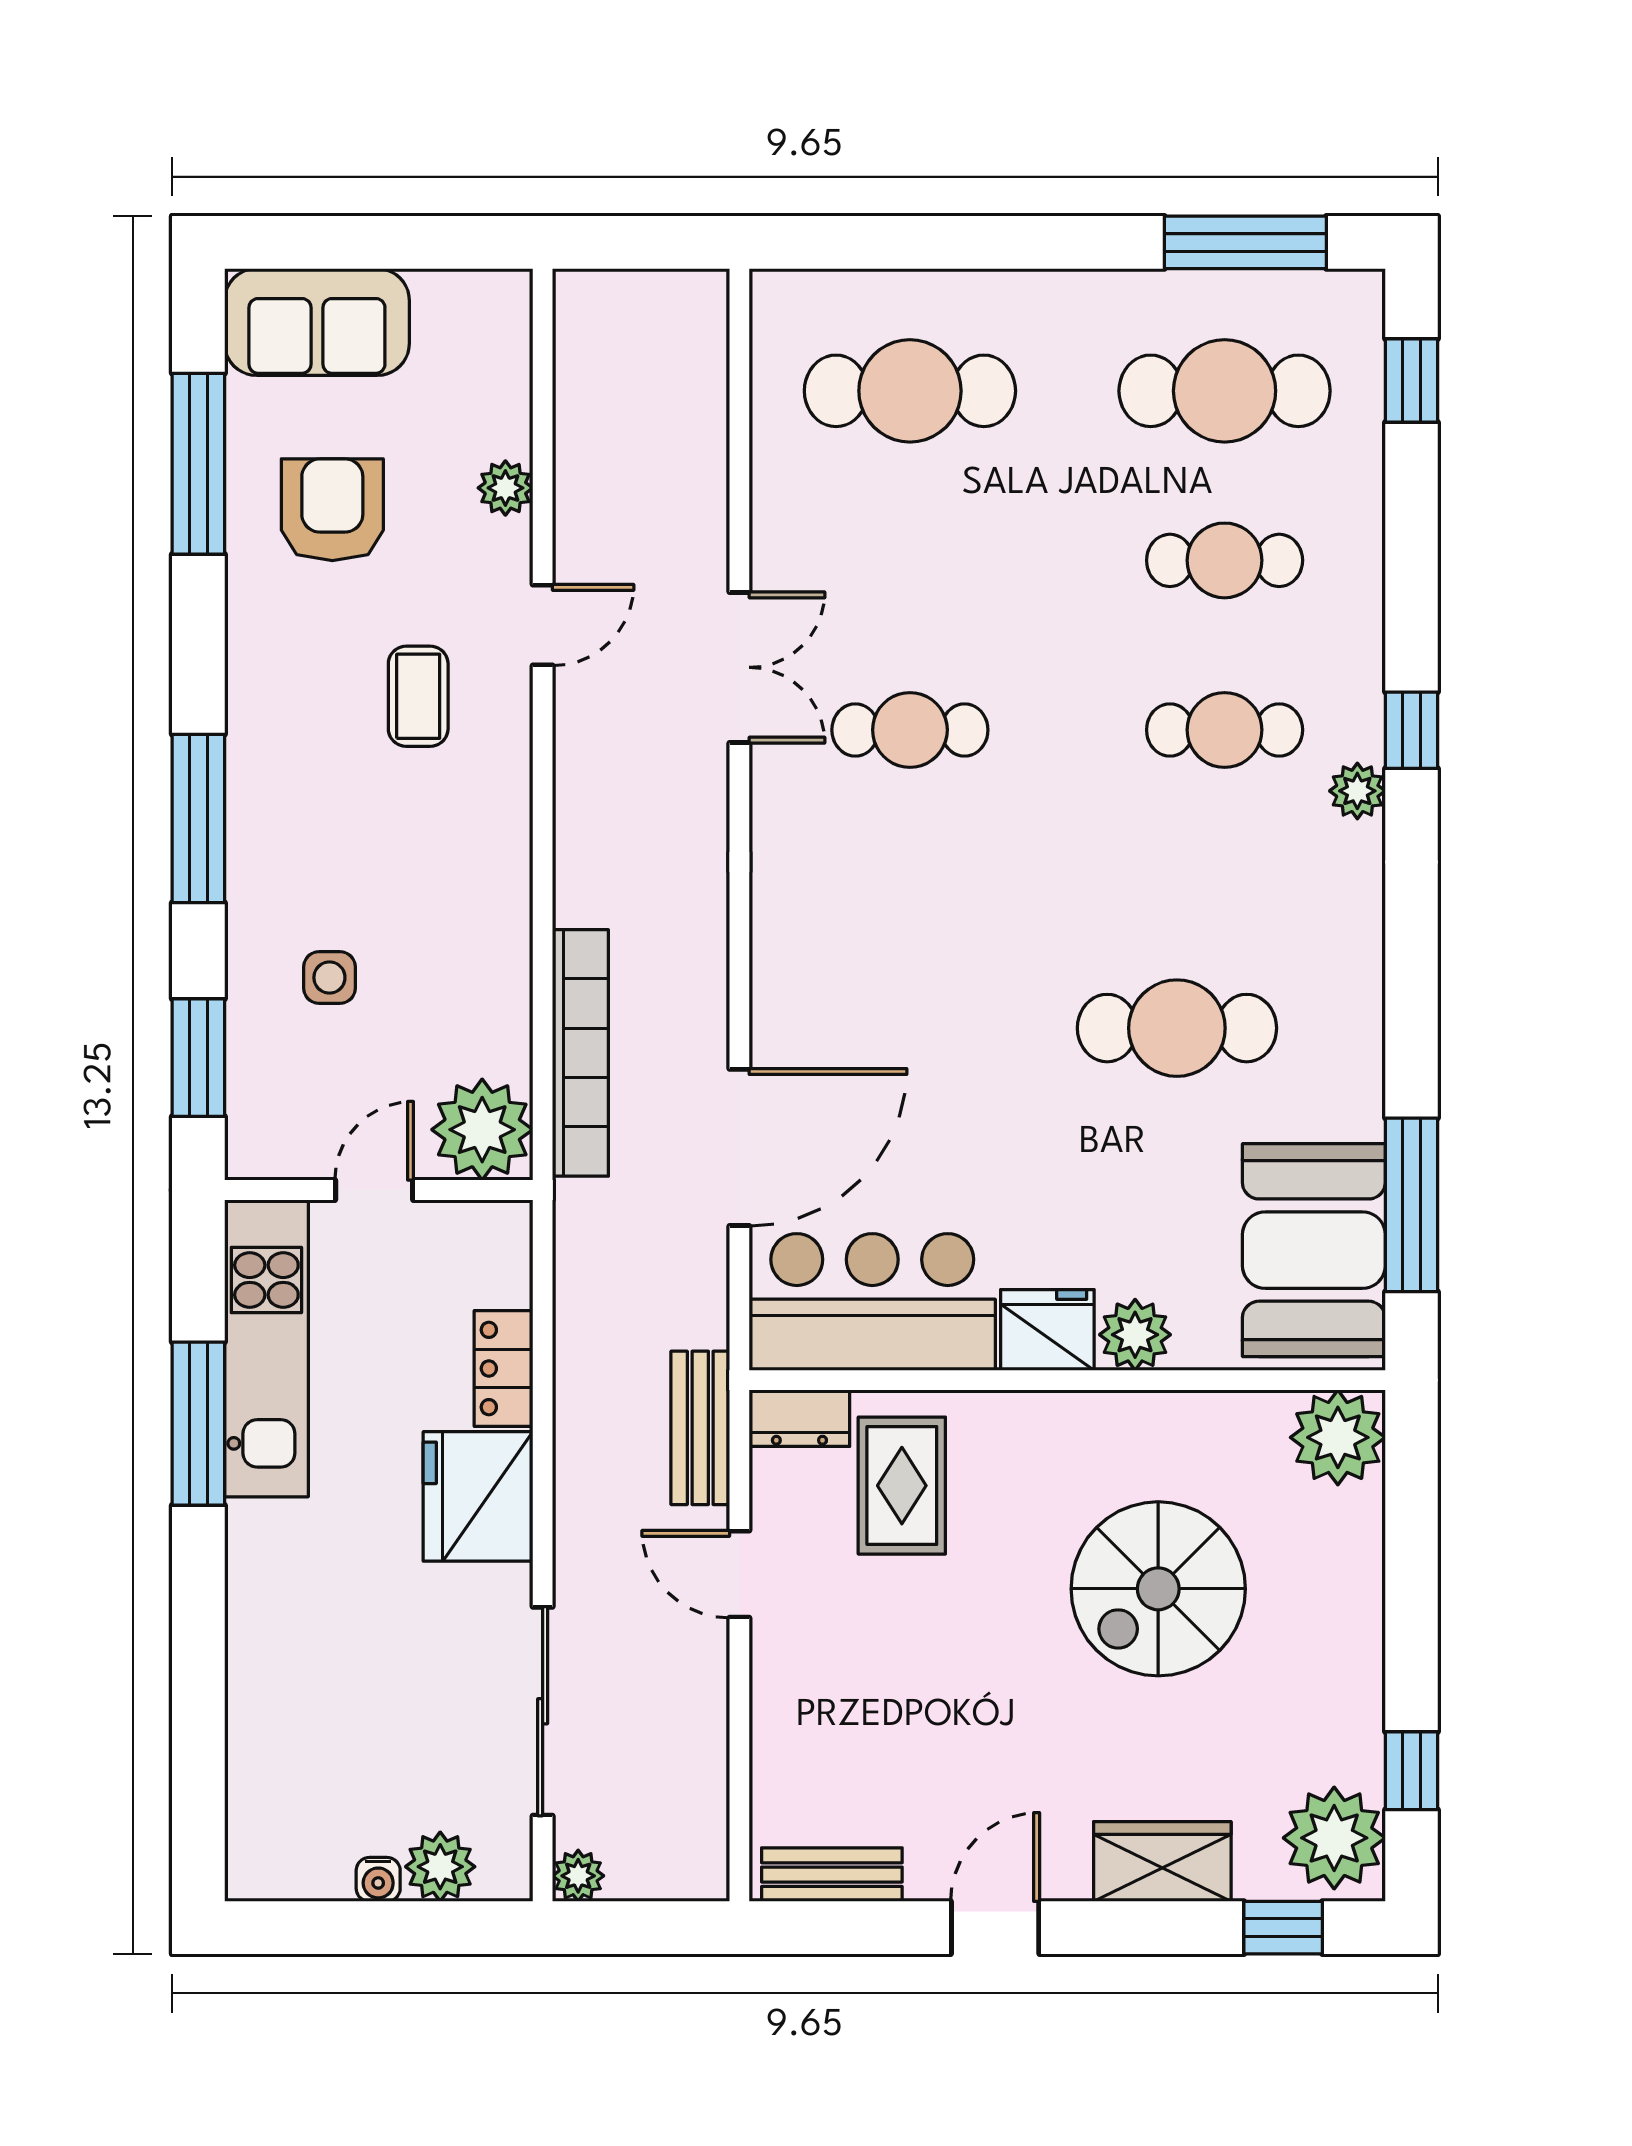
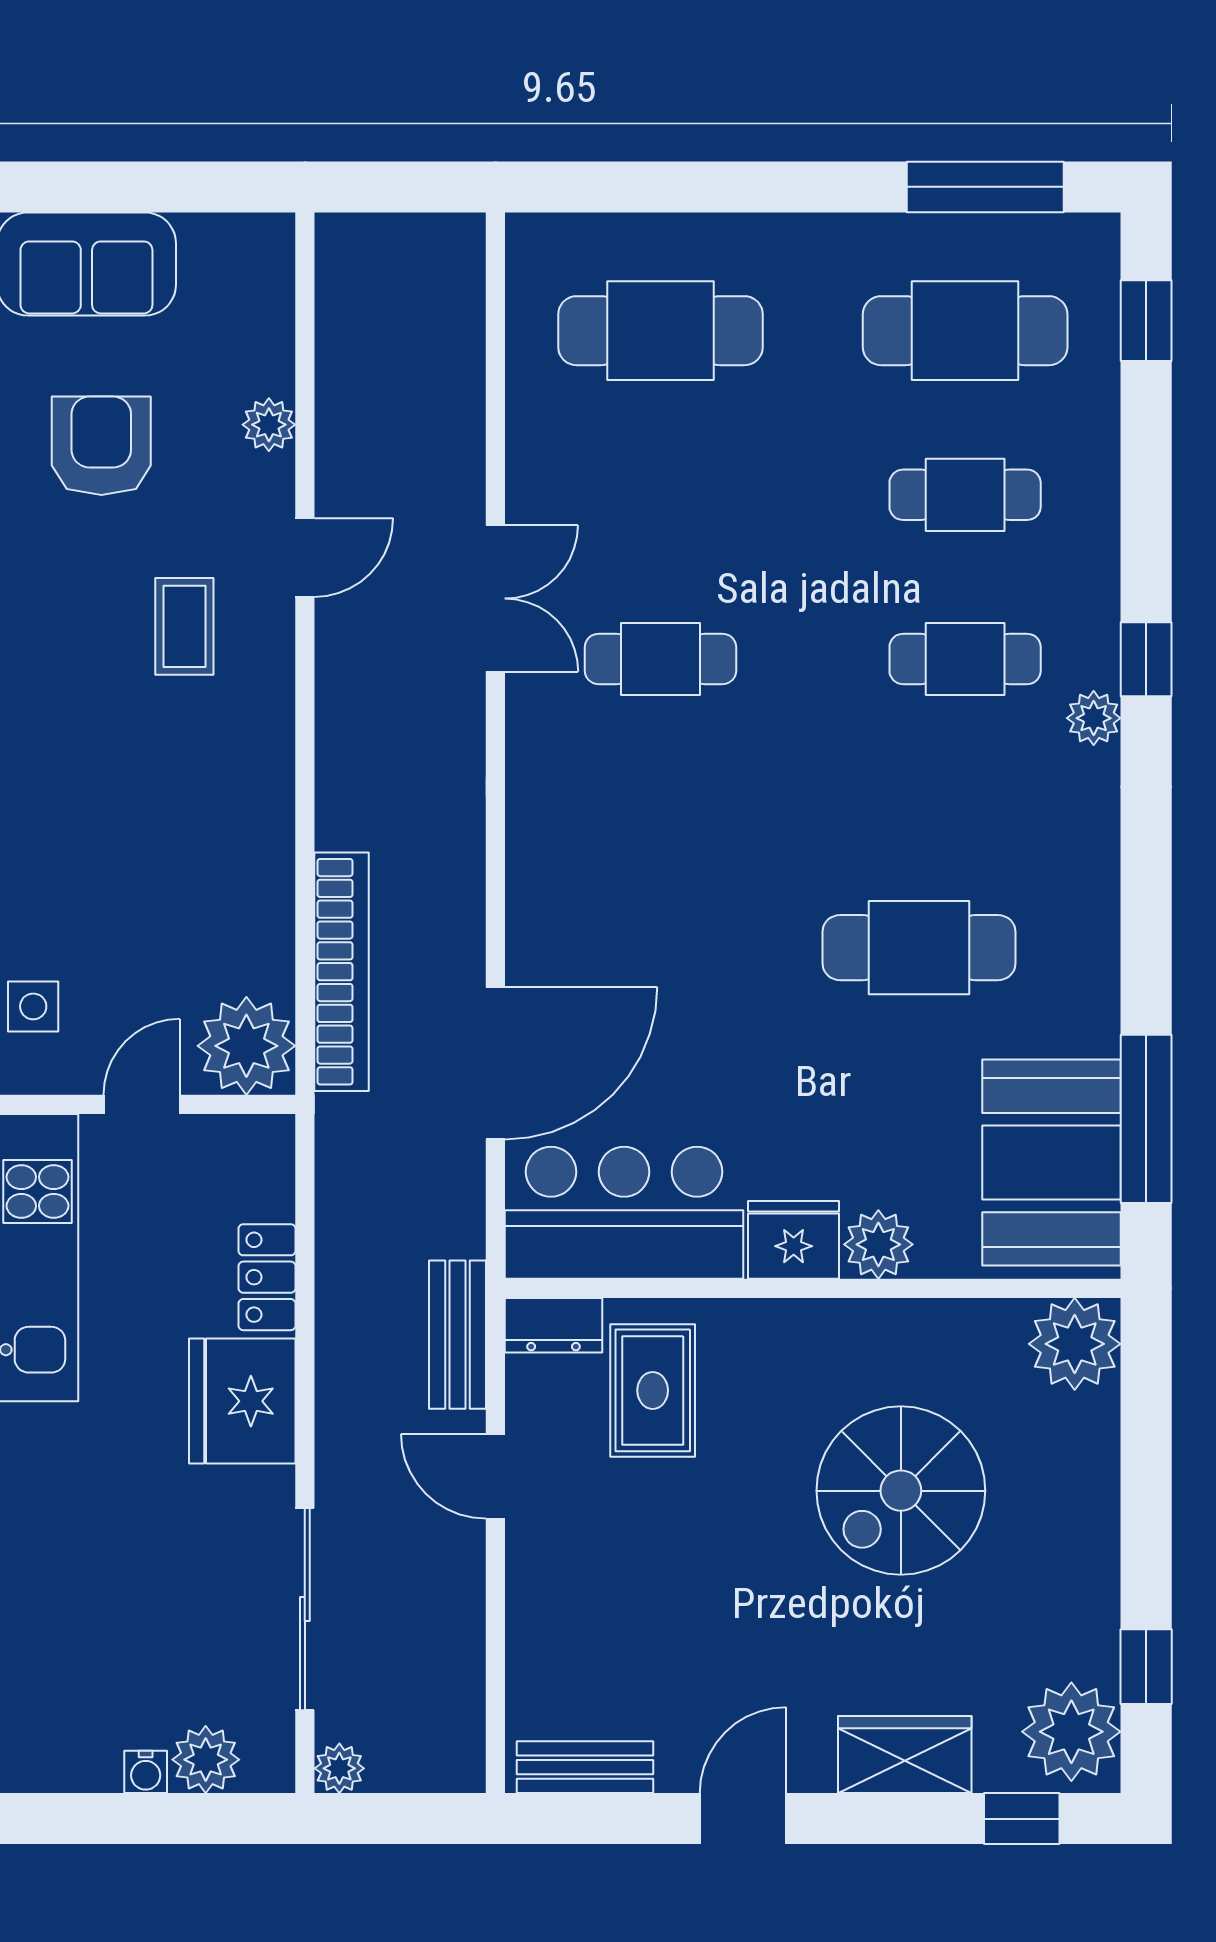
side table: (329, 978) -> (33, 1006), moved

